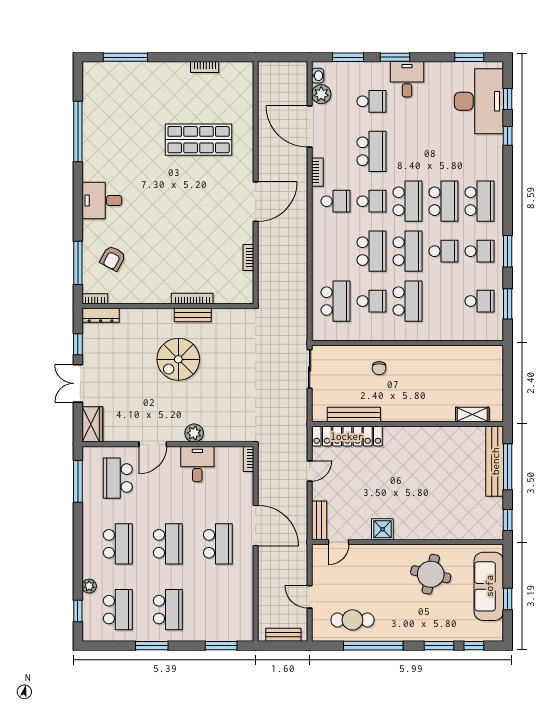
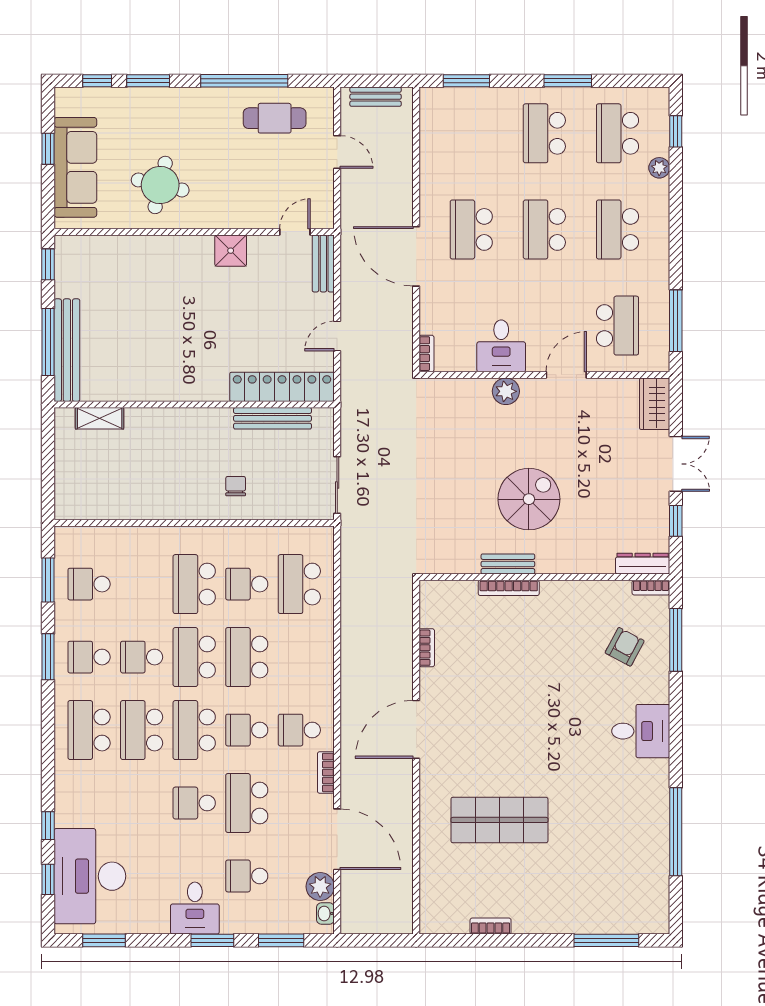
school desk: (407, 151) -> (194, 803), added

